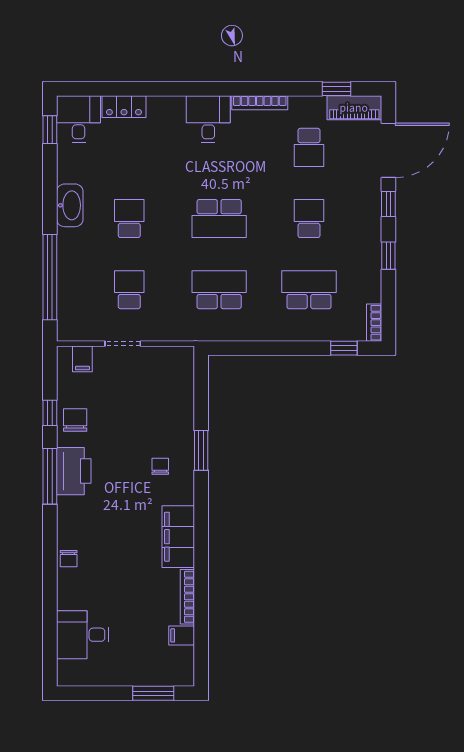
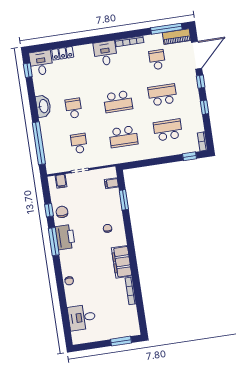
window: (336, 89) -> (166, 29), width x2.17
school desk: (309, 147) -> (157, 60), turned 180
school desk: (309, 219) -> (163, 95), width x1.85
school desk: (219, 290) -> (123, 137), turned 180
window: (201, 450) -> (124, 200), moved
filing cabinet: (182, 635) -> (111, 183), moved

